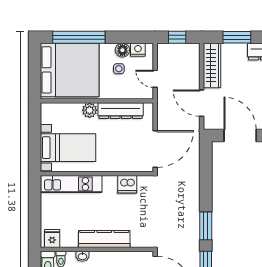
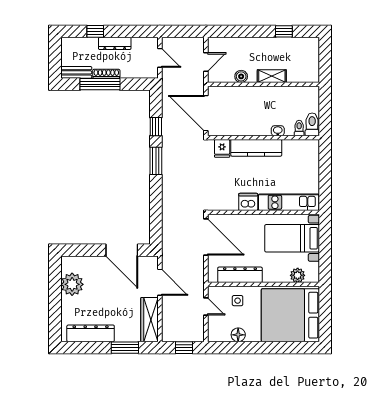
window: (79, 37) -> (281, 348), removed
nightstand: (138, 50) -> (223, 335), removed
side table: (119, 69) -> (238, 301), moved
plant: (90, 110) -> (298, 275), moved
door: (155, 149) -> (206, 237), swing flipped
dishwasher: (127, 184) -> (248, 202), moved
fridge: (52, 239) -> (222, 148), moved

